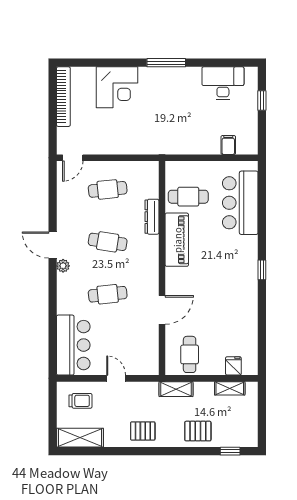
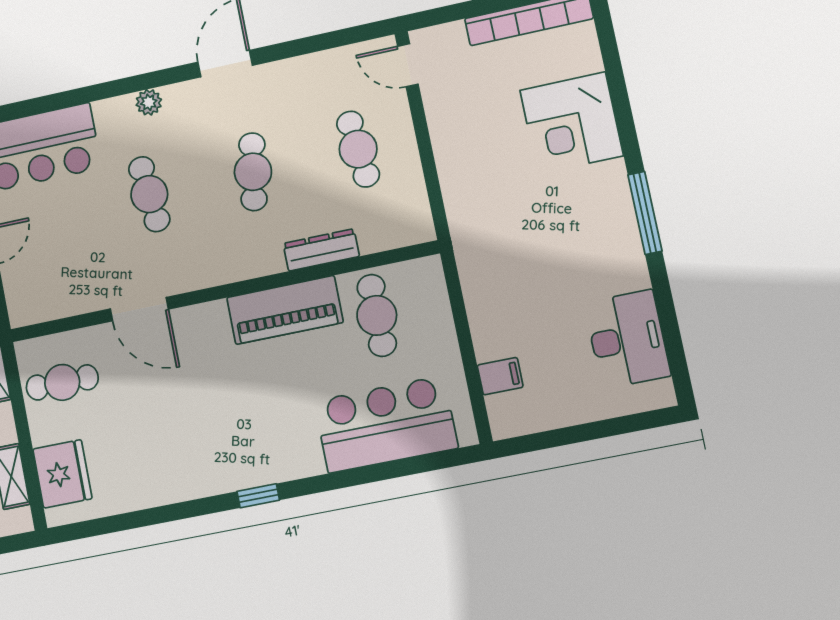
window: (262, 101) -> (608, 428), removed
plant: (63, 266) -> (149, 102), moved
fridge: (233, 366) -> (62, 474), width x1.88, depth x1.34

